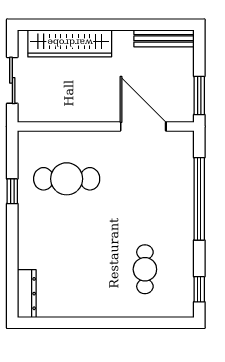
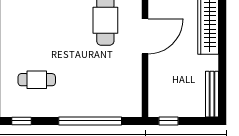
window: (199, 96) -> (169, 121), width x0.67
door: (143, 126) -> (145, 36), moved

